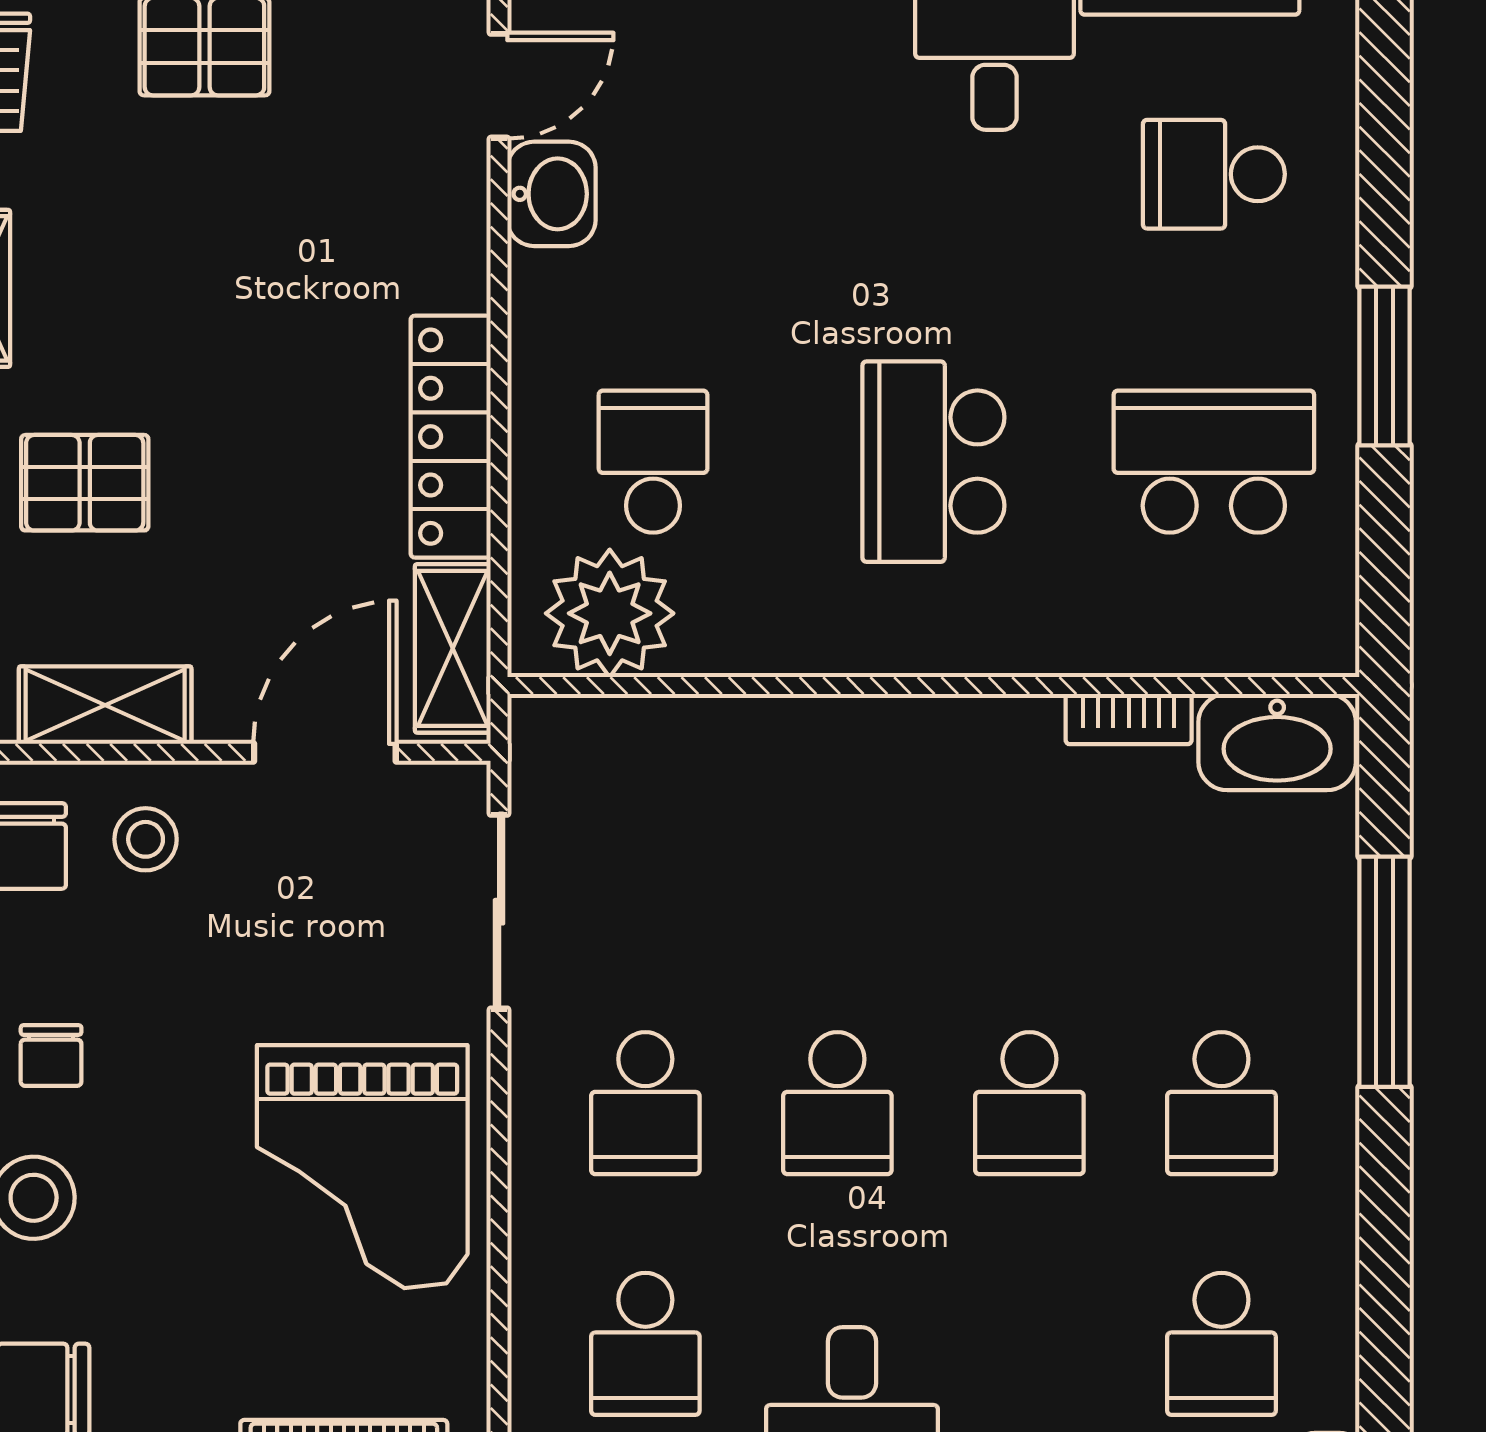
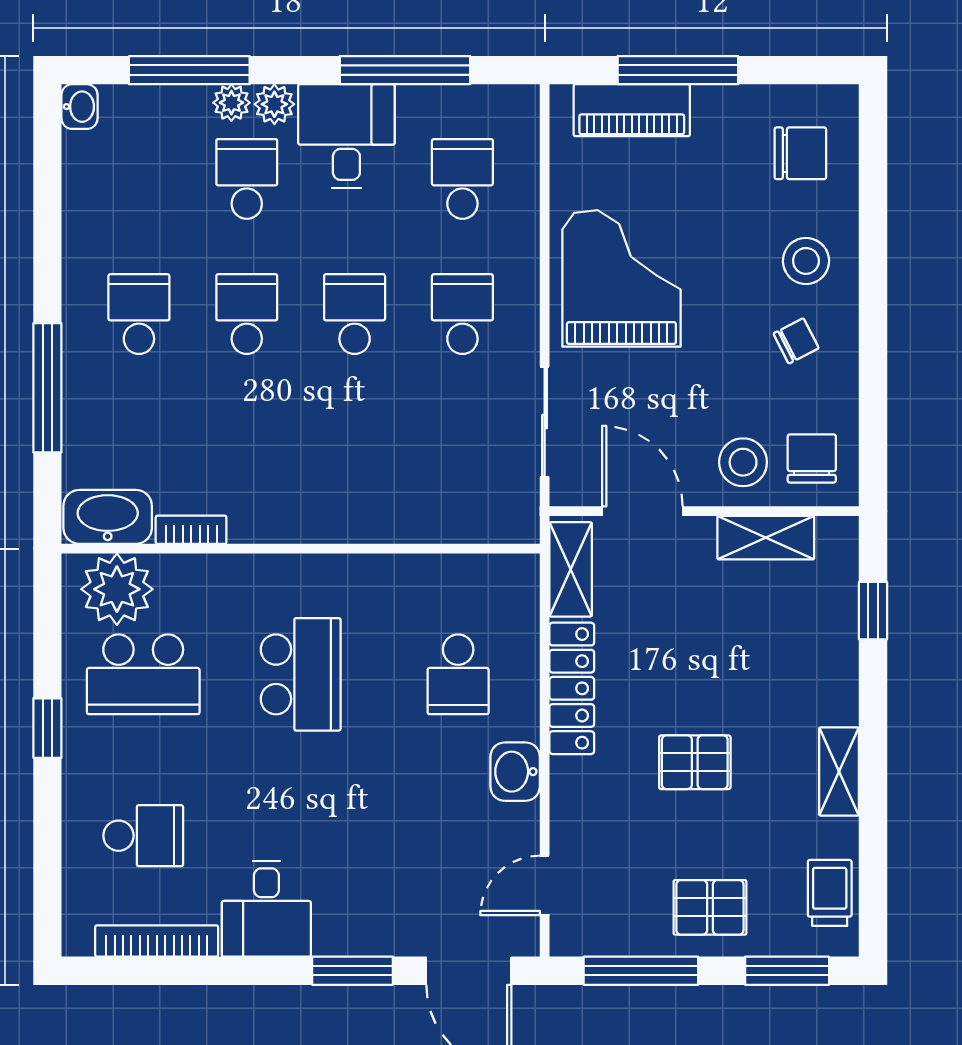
washbasin: (551, 194) -> (515, 772), moved
window: (1385, 366) -> (47, 728), width x0.67
pallet: (85, 483) -> (695, 762), moved
plant: (610, 613) -> (117, 589), moved
door: (325, 752) -> (642, 511), swing flipped
stool: (146, 839) -> (743, 462), width x1.37, depth x1.37
chair: (51, 1055) -> (796, 341), turned 63
school desk: (1221, 1344) -> (247, 179), moved

